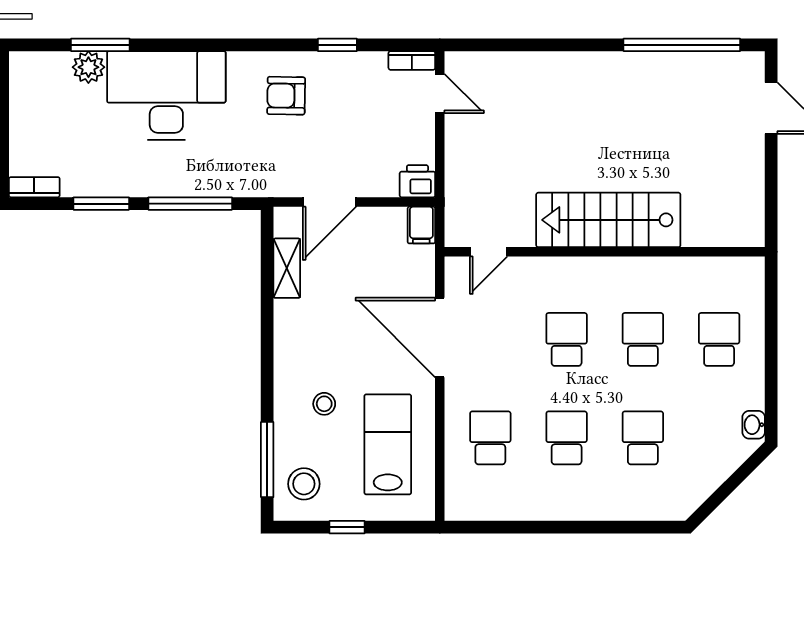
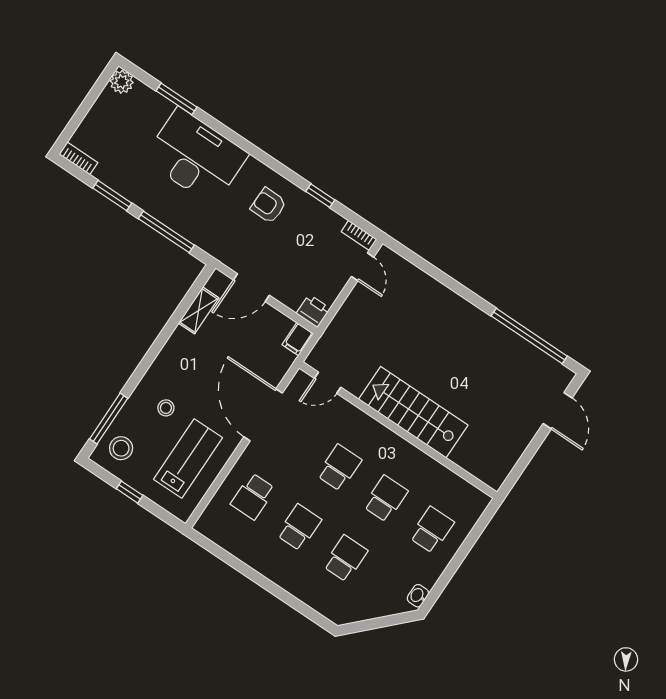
plant: (88, 67) -> (122, 82), moved
school desk: (490, 438) -> (253, 496), turned 180

